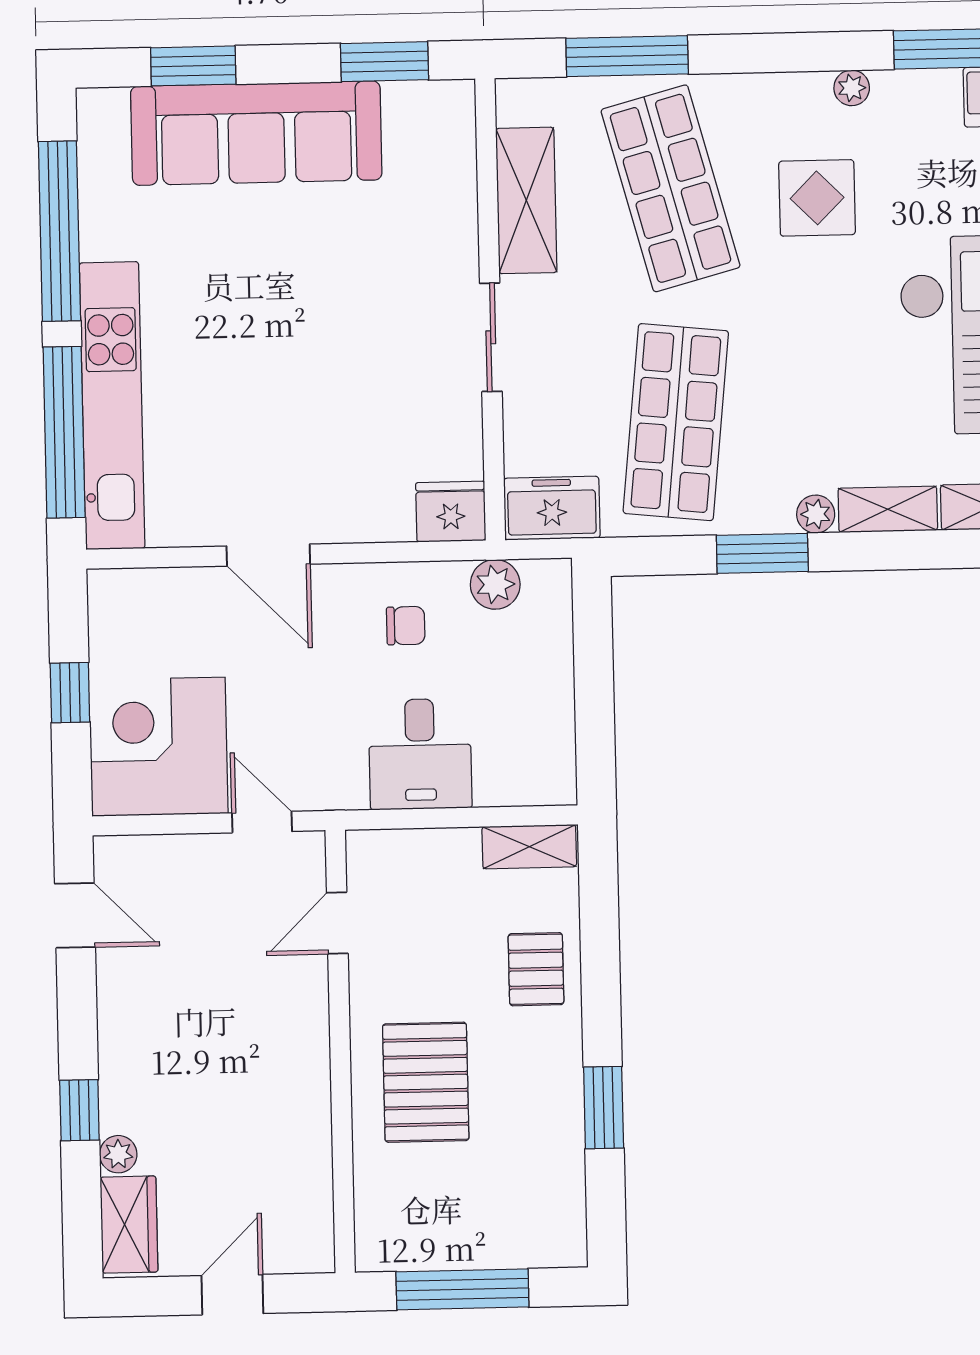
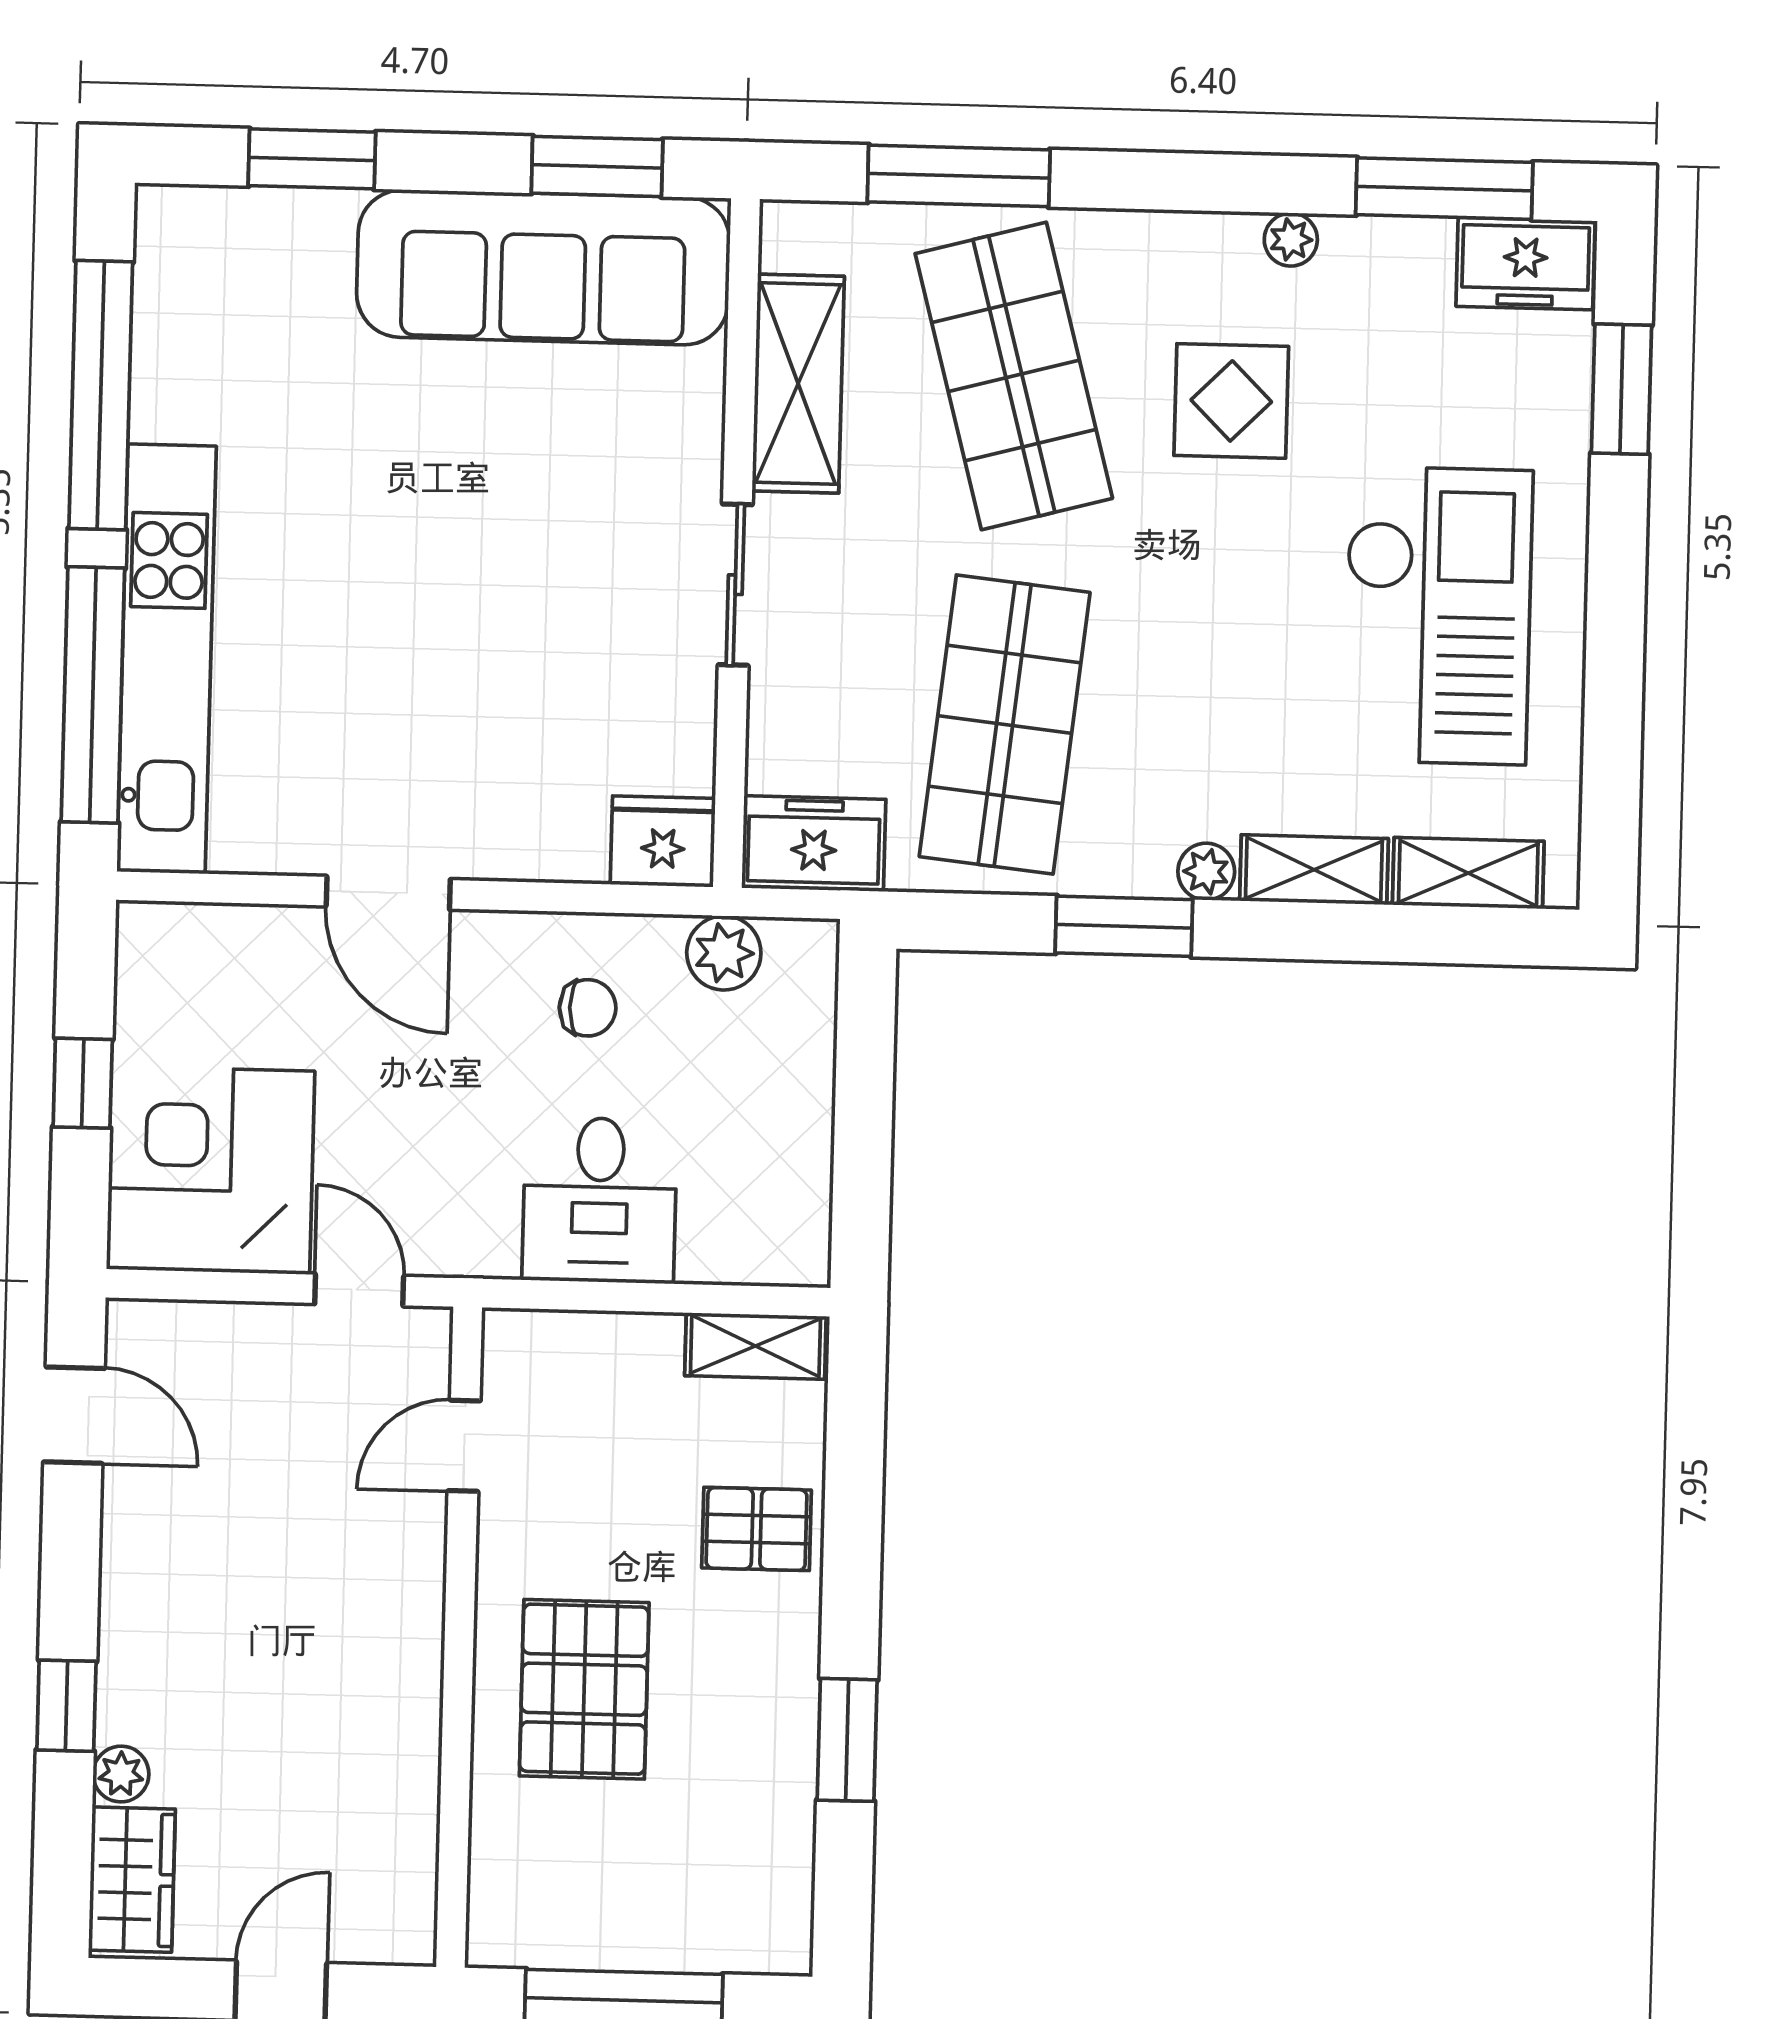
sofa: (256, 133) -> (543, 267), moved
pallet: (536, 969) -> (757, 1529), turned 90

